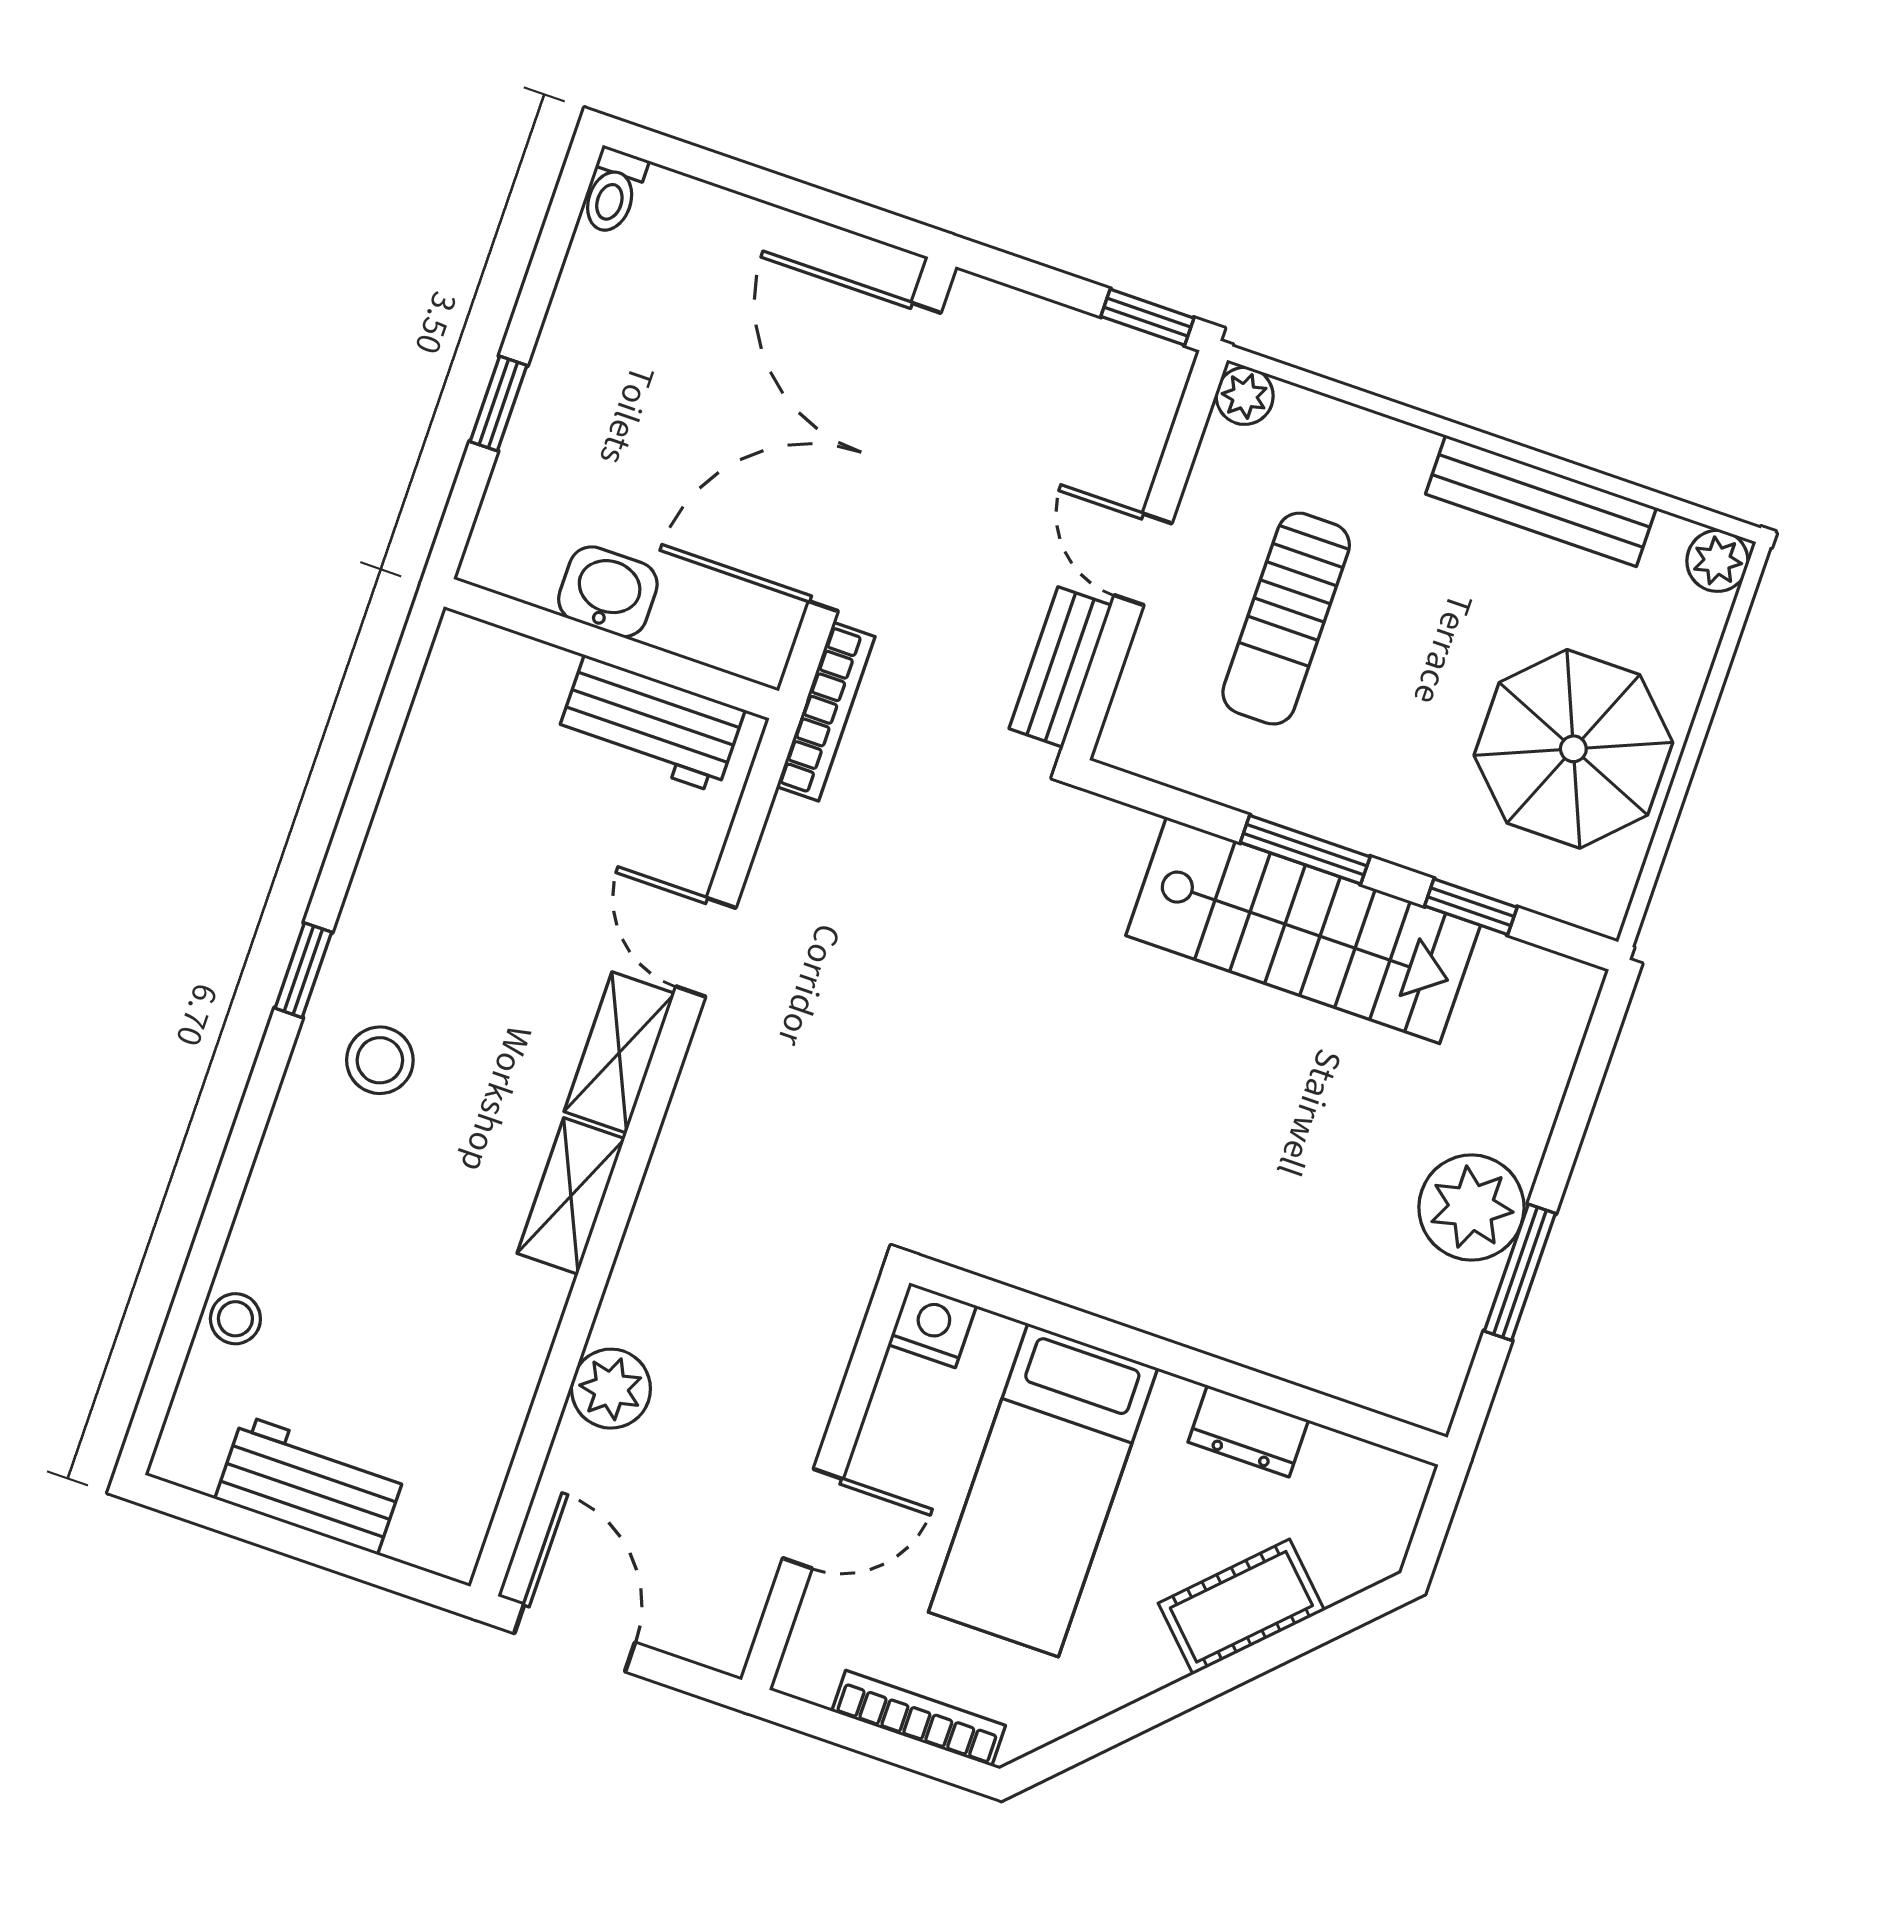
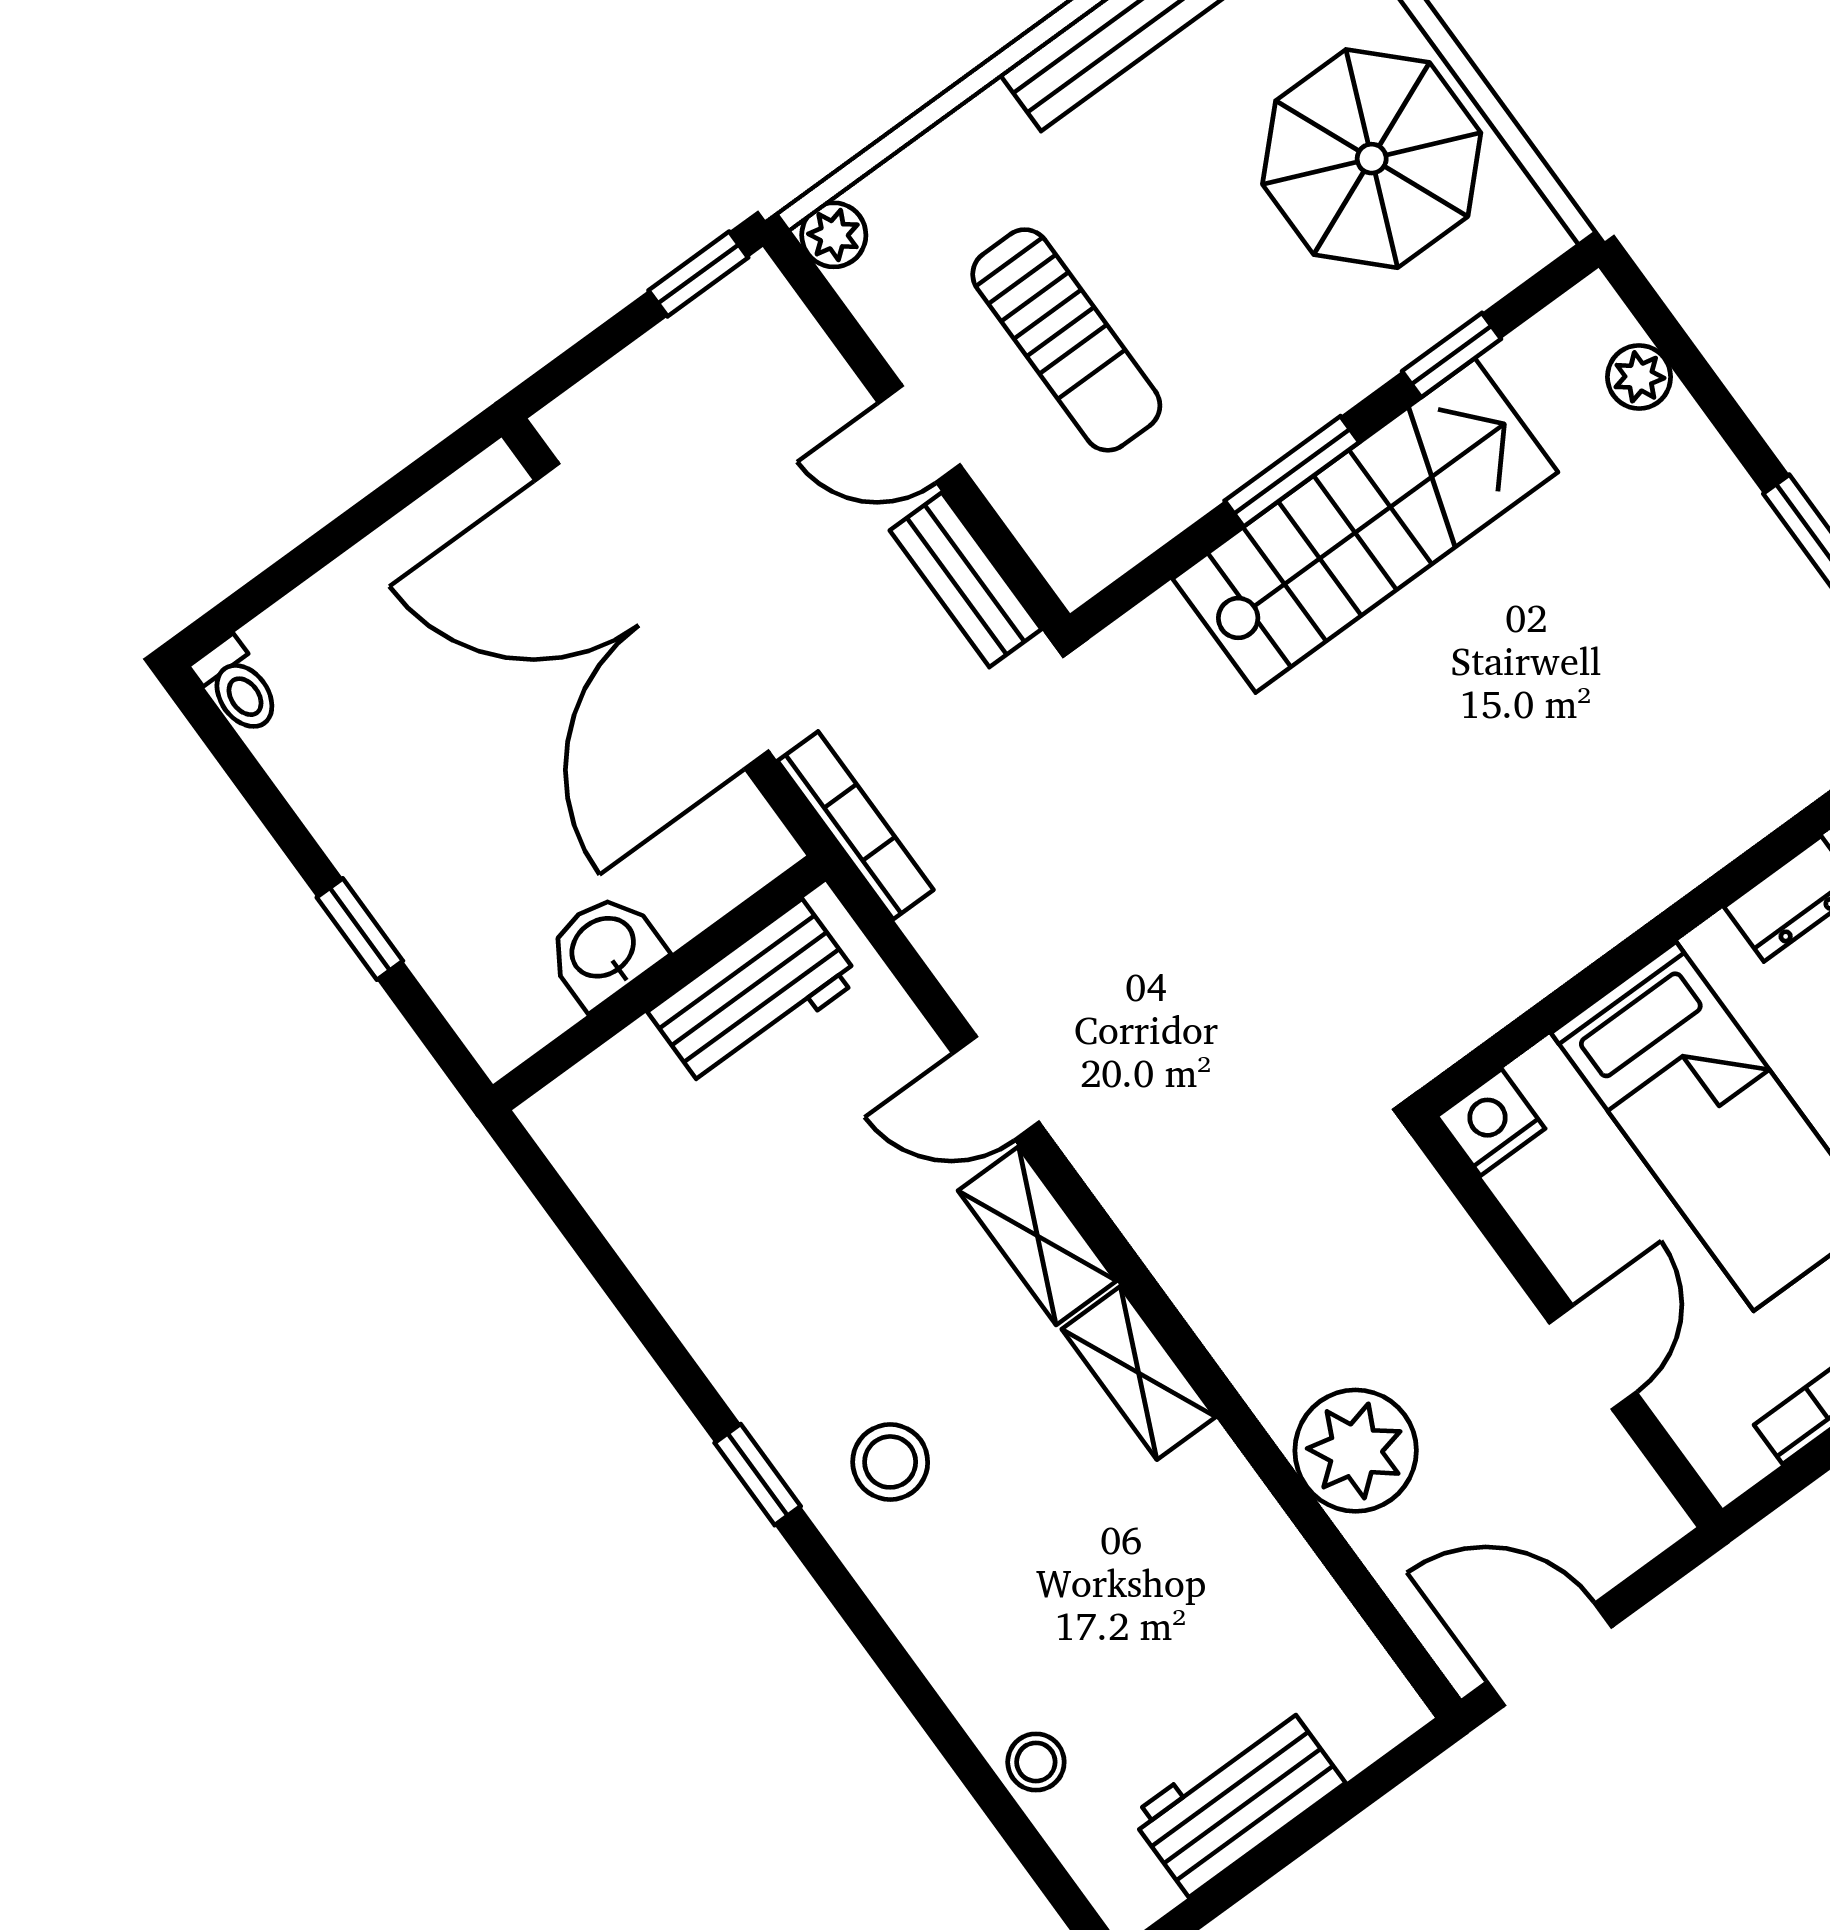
plant: (1471, 1208) -> (1639, 377), moved, width x0.53, depth x0.53
plant: (611, 1389) -> (1356, 1451), width x1.36, depth x1.36

